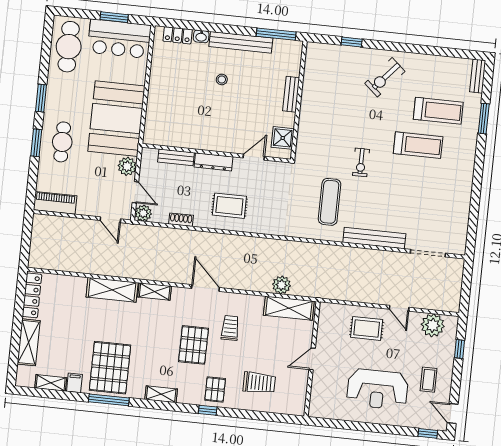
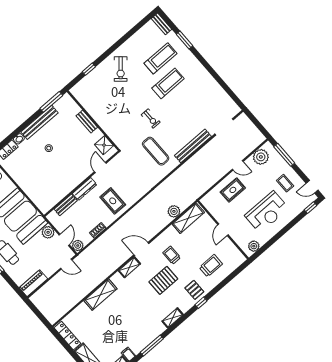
door: (135, 192) -> (64, 240), hinge flipped
rug: (229, 206) -> (113, 201), turned 90
shelving: (155, 292) -> (129, 267), moved
pallet: (194, 345) -> (163, 280), turned 90
window: (459, 349) -> (284, 155), width x2.17
pallet: (110, 368) -> (137, 330), removed
plant: (326, 410) -> (254, 246), added

